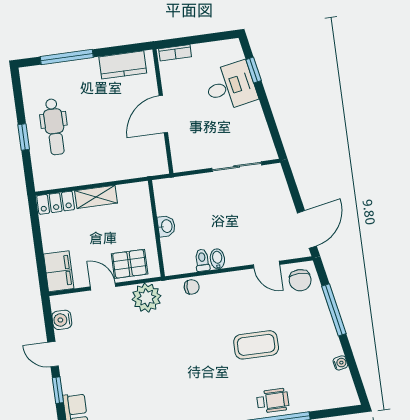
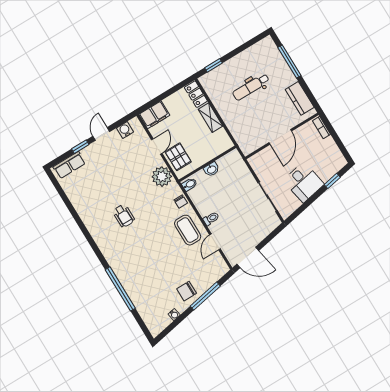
desk: (231, 86) -> (304, 182), moved
door: (163, 114) -> (280, 137), swing flipped
dental chair: (54, 127) -> (251, 87), moved
window: (24, 137) -> (213, 65), moved
bidet: (217, 259) -> (190, 184), moved
toilet: (202, 260) -> (211, 219), moved
chair: (300, 280) -> (187, 291), moved
coffee table: (256, 345) -> (188, 230), moved
wheelchair: (273, 401) -> (124, 216), moved

